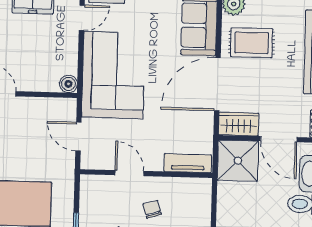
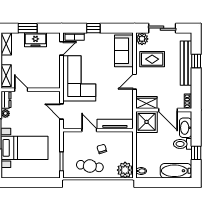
boiler: (68, 84) -> (56, 84), removed
door: (217, 84) -> (135, 82), width x0.53
tv unit: (188, 163) -> (115, 124), width x1.41

